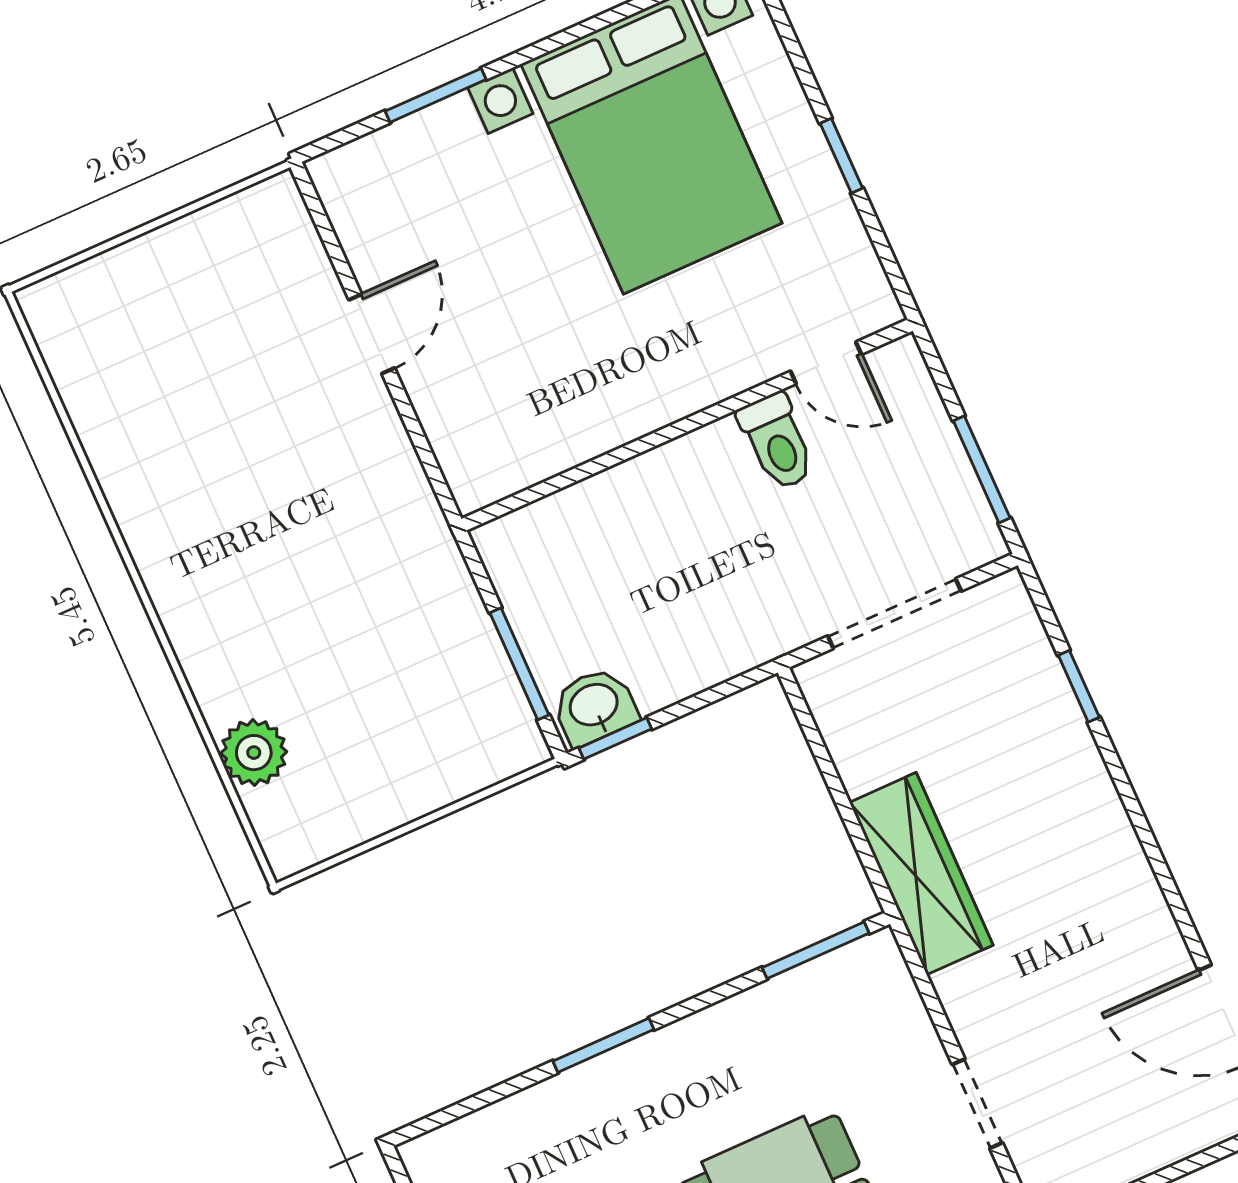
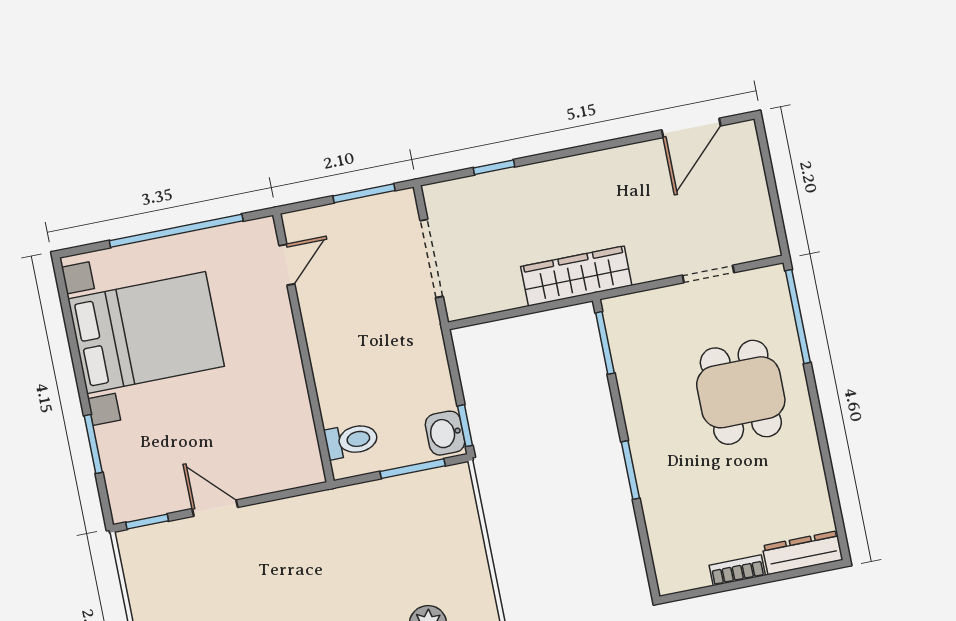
window: (841, 156) -> (176, 231), width x3.17
window: (321, 221) -> (147, 522), added
toilet: (777, 442) -> (351, 440), moved

